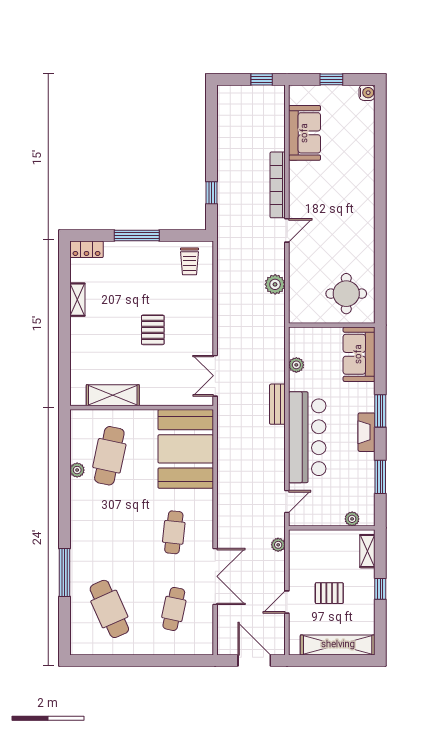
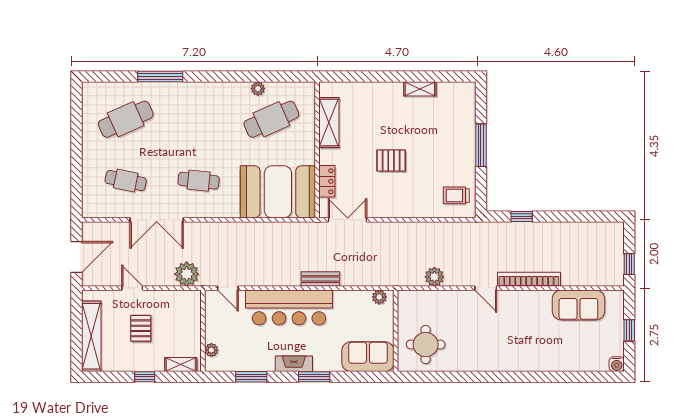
locker: (86, 249) -> (327, 181), moved, turned 180
plant: (296, 365) -> (379, 297), moved
cafe table: (109, 456) -> (271, 119), turned -36
plant: (278, 545) -> (187, 274), width x1.87, depth x1.87

